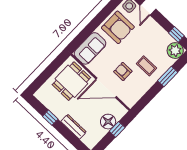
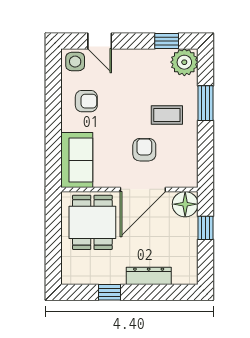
armchair: (118, 27) -> (86, 101), width x0.53, depth x0.53
armchair: (123, 71) -> (144, 150), turned 90
floor lamp: (108, 122) -> (185, 204), moved

